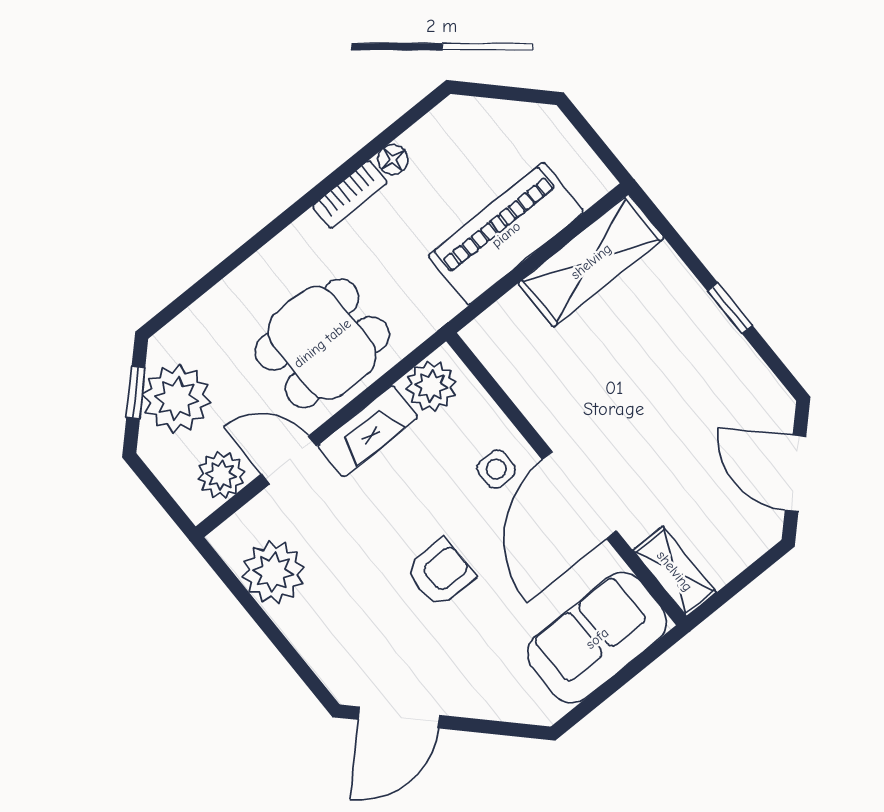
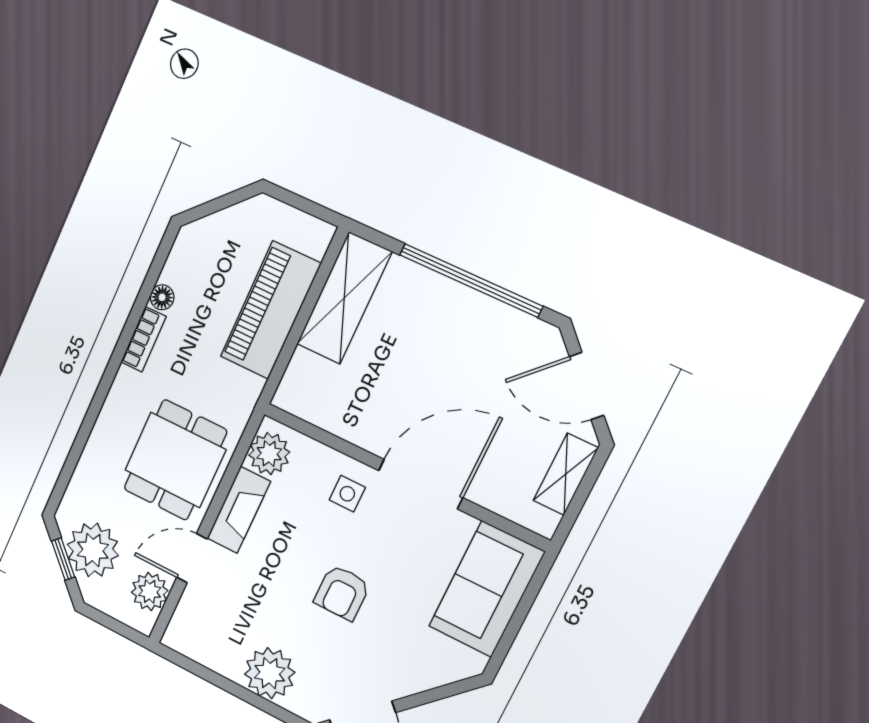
window: (730, 308) -> (471, 280), width x3.17
door: (579, 495) -> (421, 484), swing flipped
shelving: (675, 571) -> (566, 474), moved, turned 90
plant: (273, 572) -> (270, 673), moved
armchair: (440, 573) -> (342, 593), turned 180

